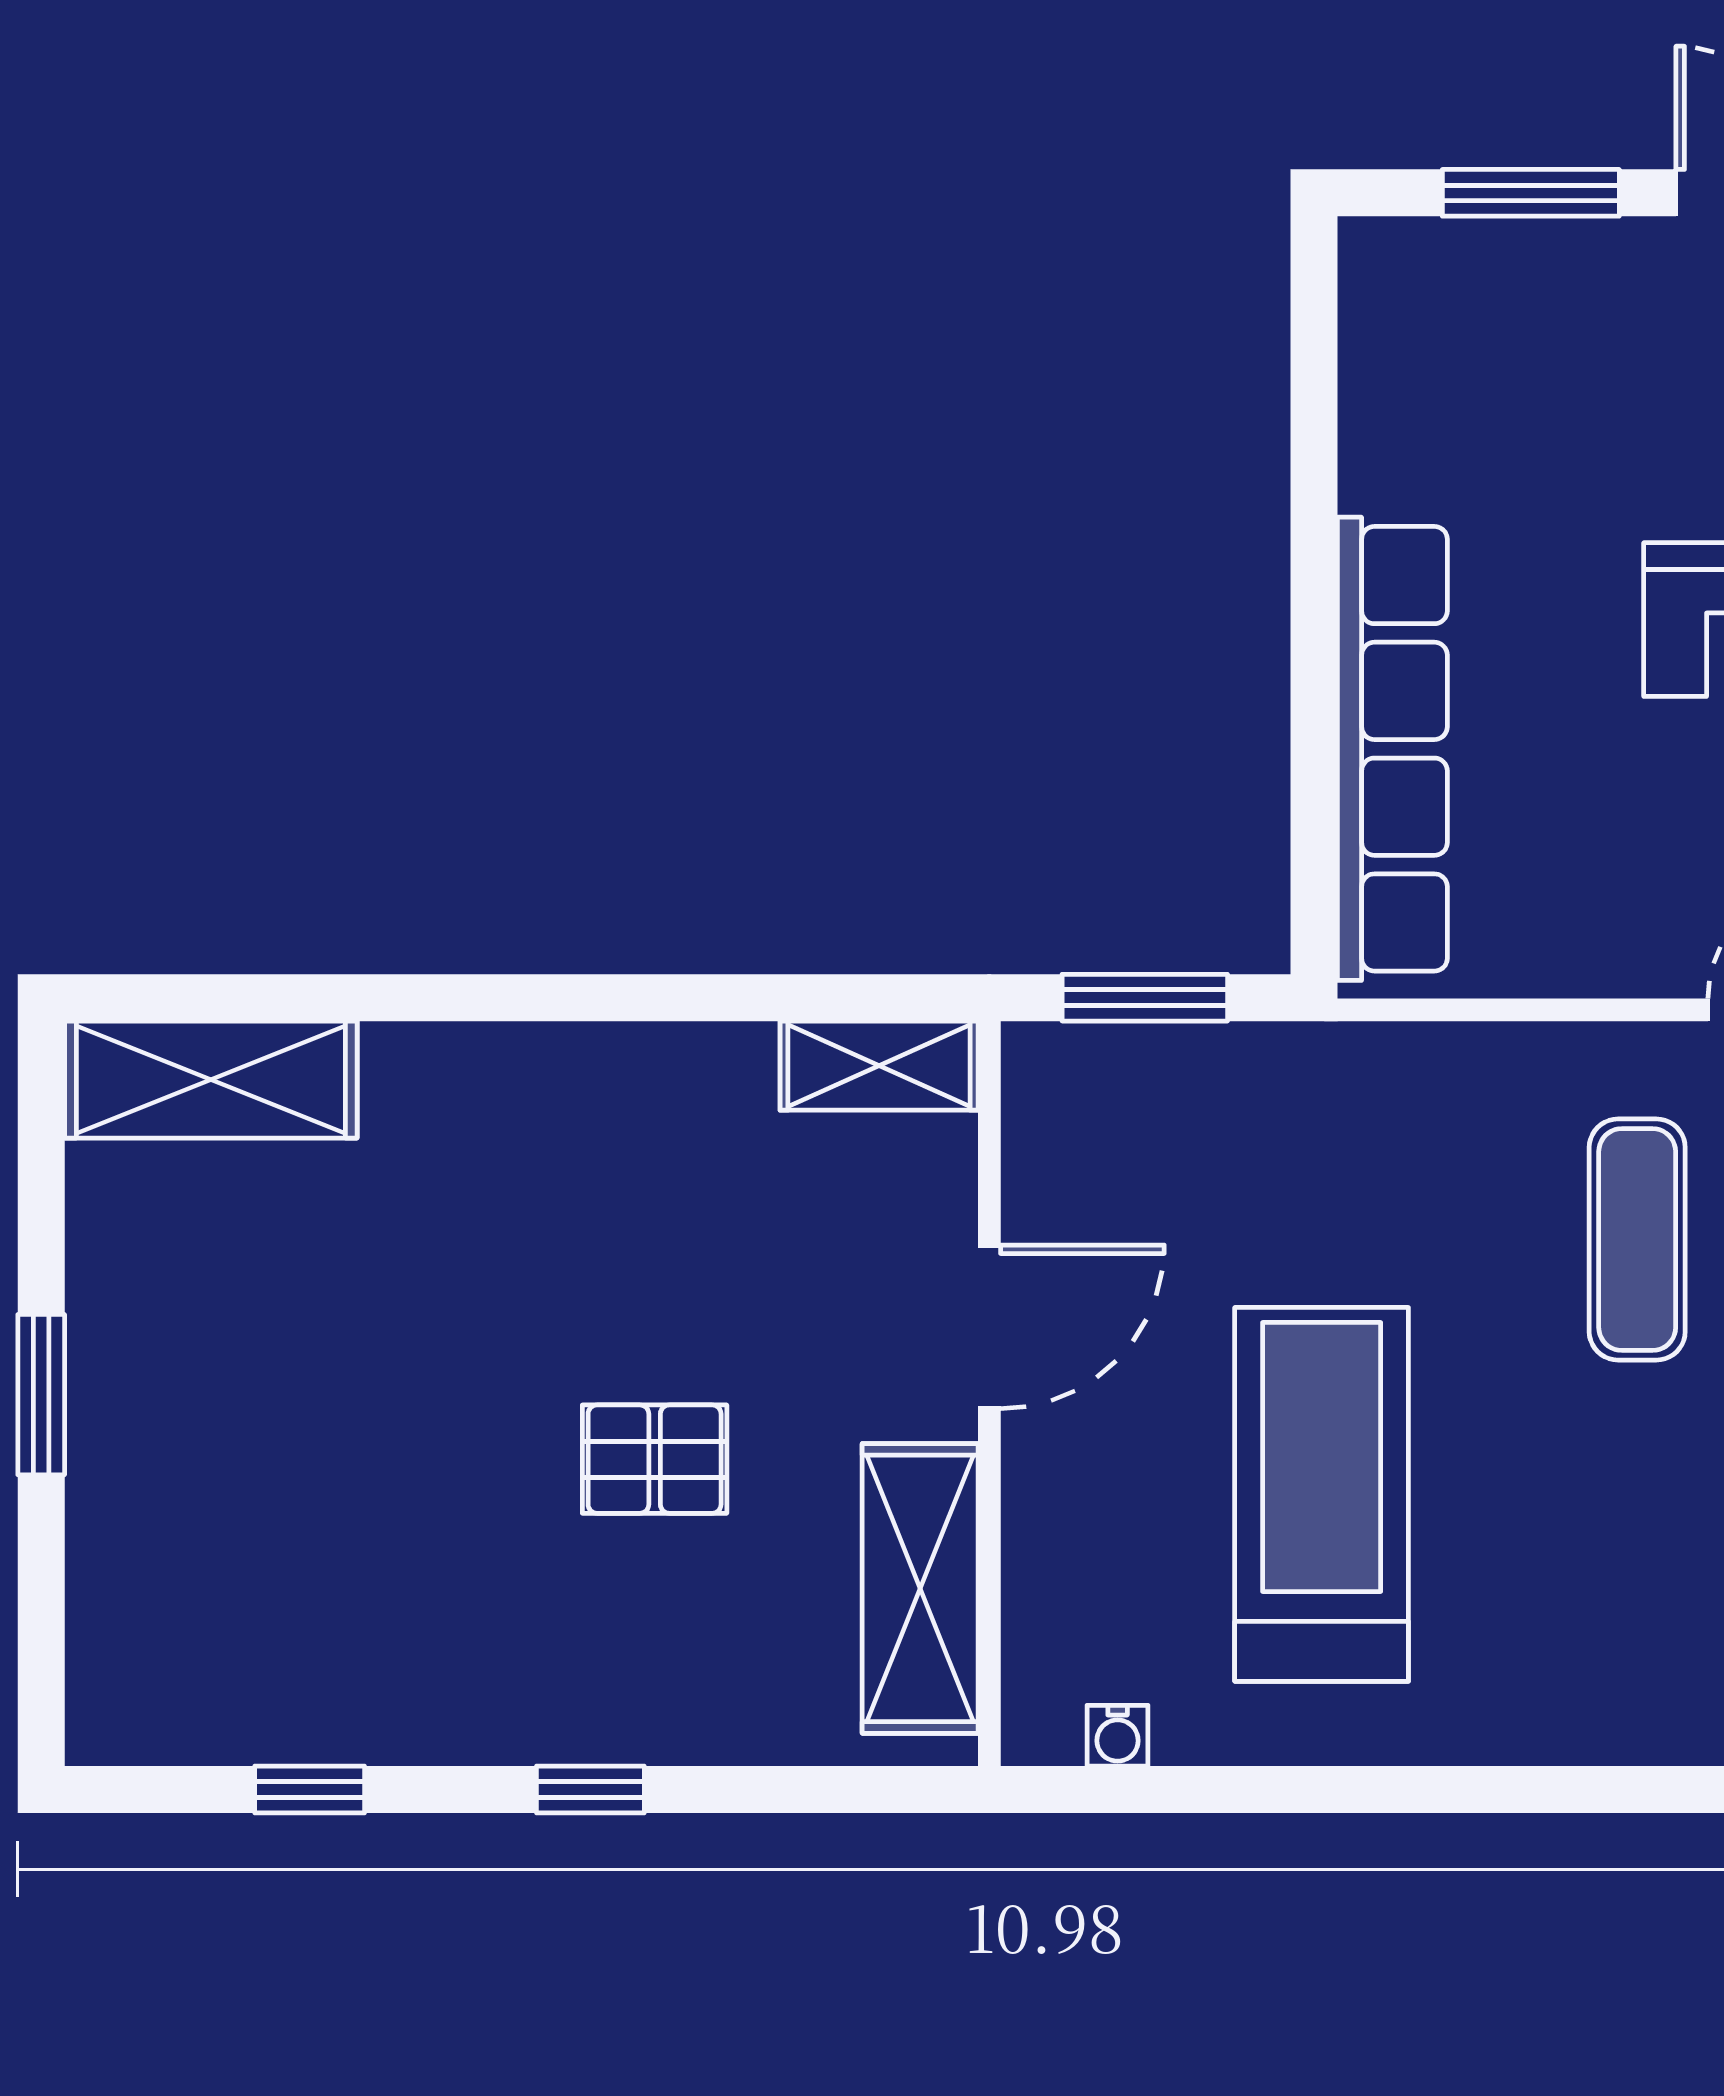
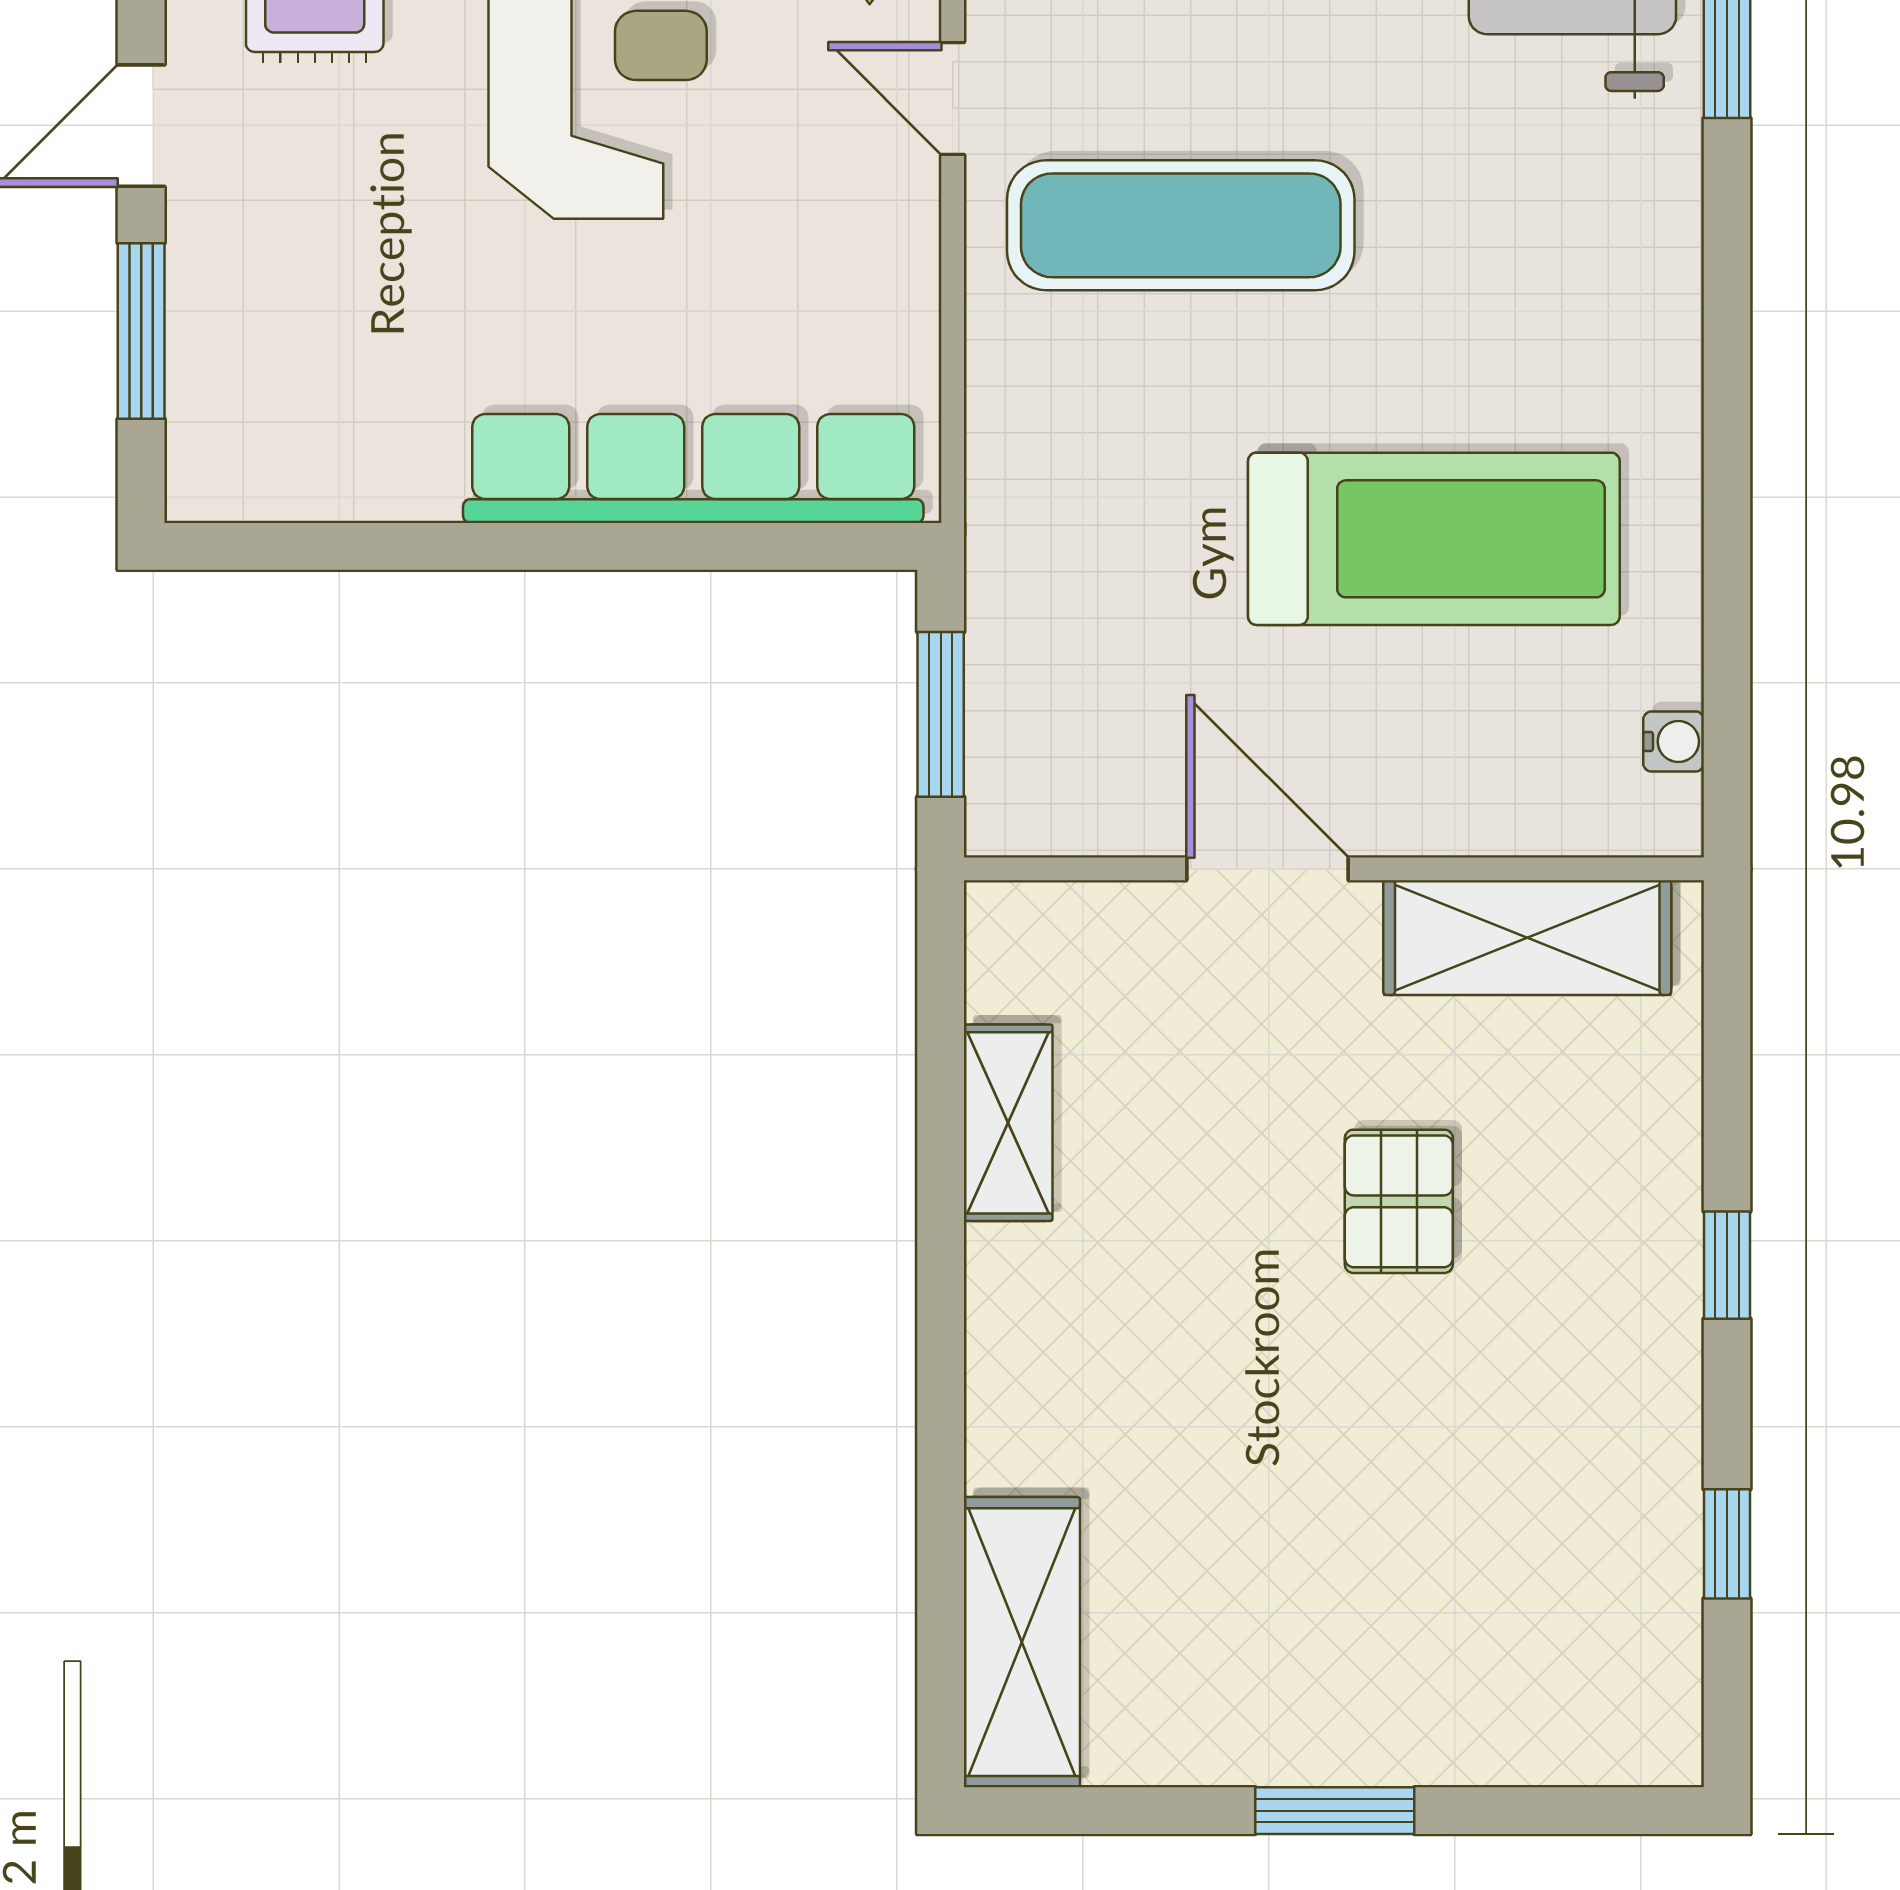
shelving: (879, 1066) -> (1008, 1123), moved
exercise mat: (1637, 1240) -> (1181, 225), width x1.36, depth x1.45
treadmill: (1322, 1494) -> (1434, 539), turned 180

